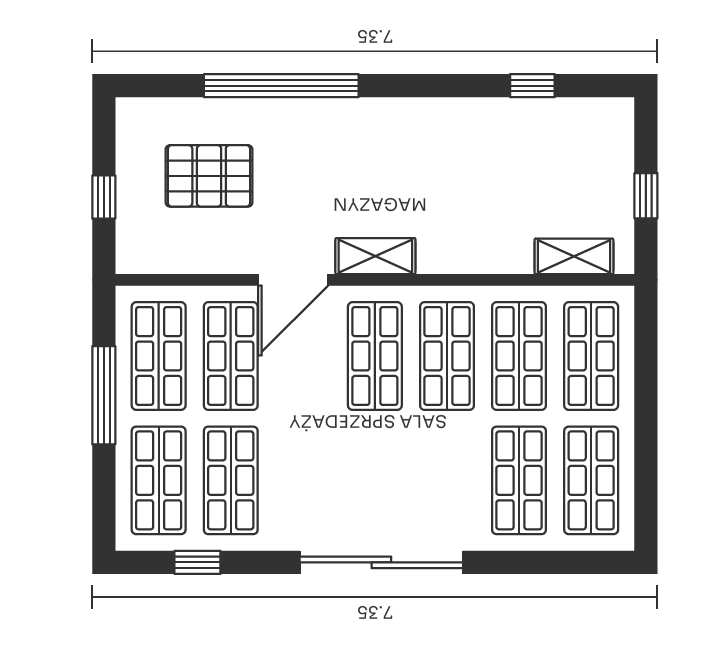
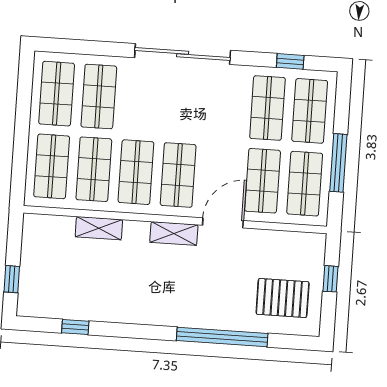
pallet: (209, 176) -> (283, 298), moved
window: (646, 196) -> (12, 279), moved
shelving: (574, 256) -> (99, 228), moved

